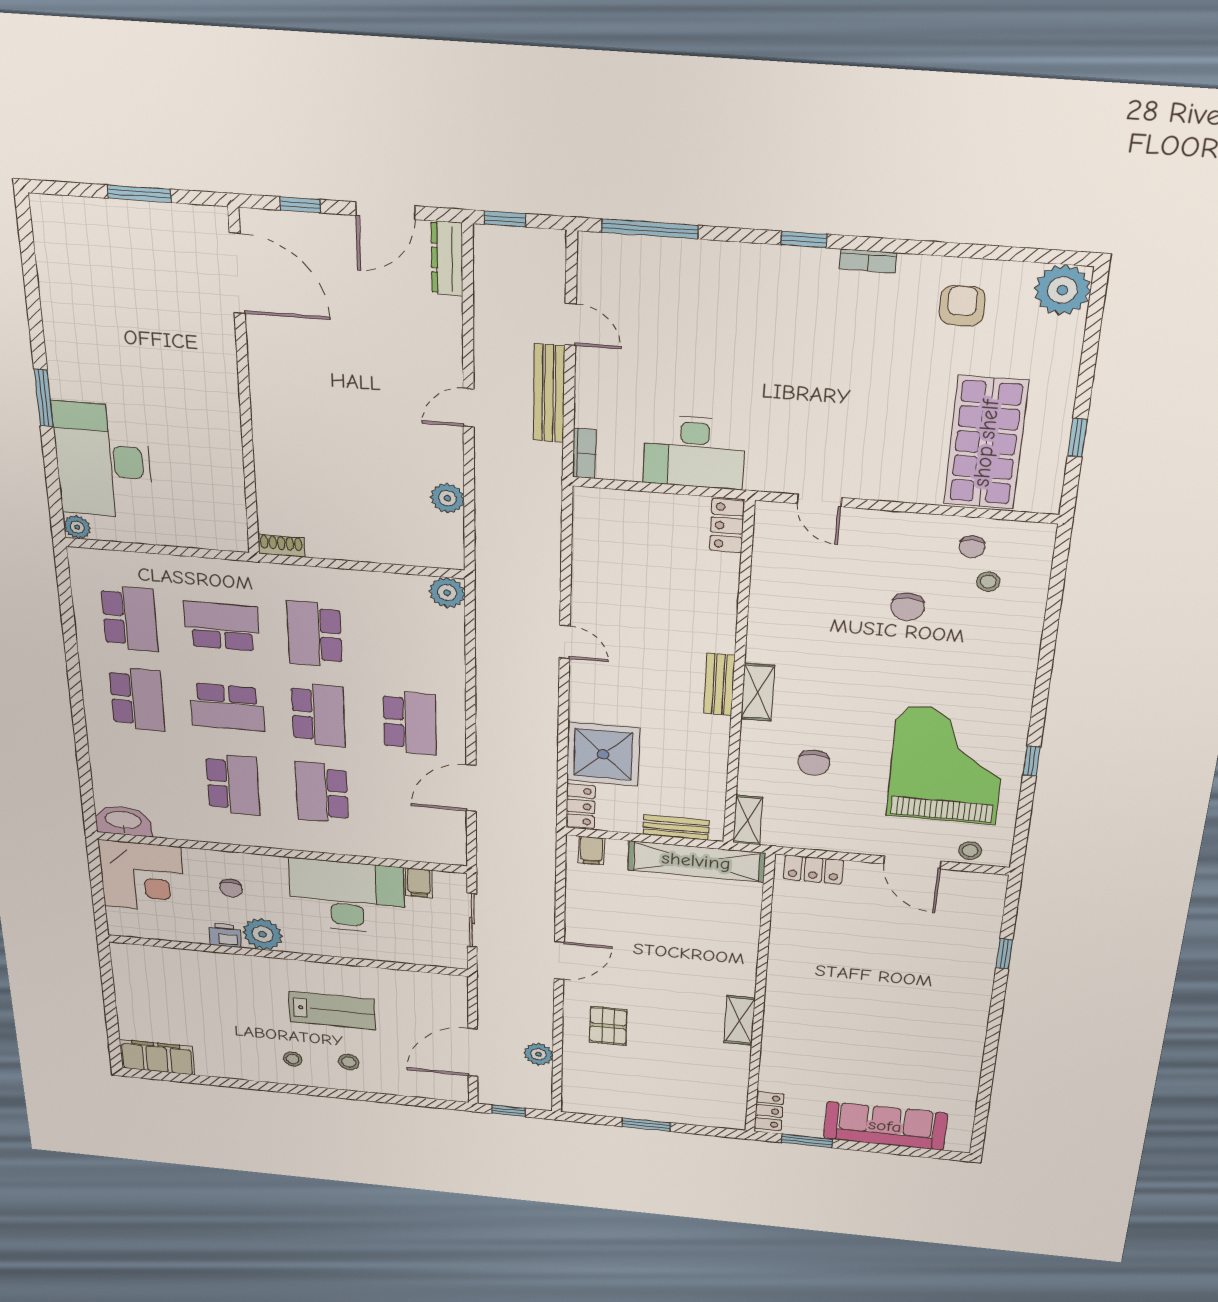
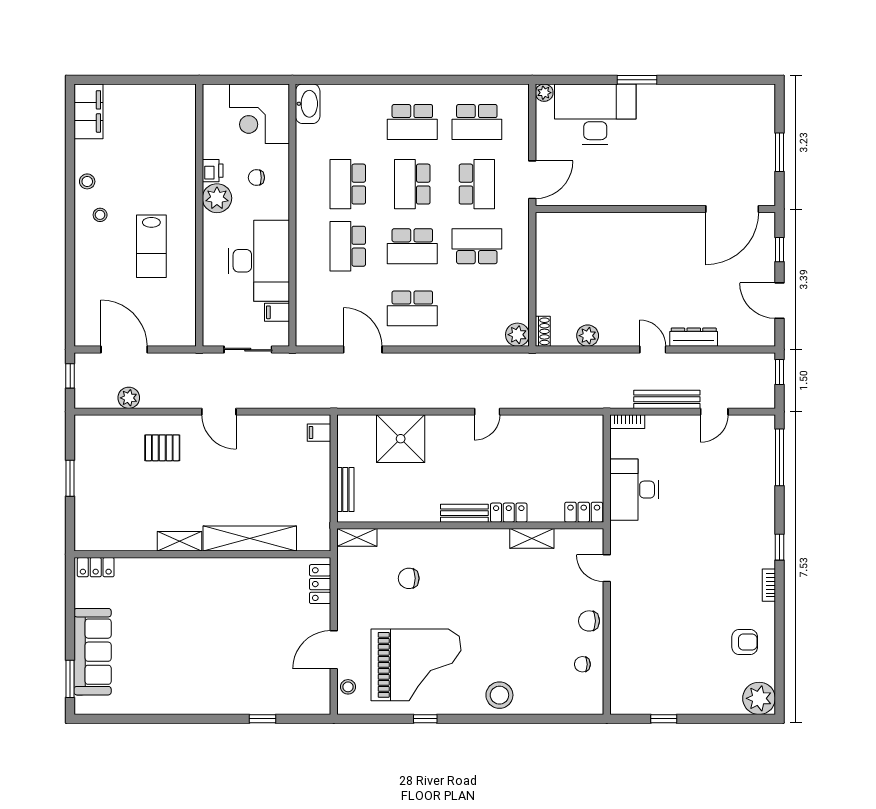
dresser: (447, 258) -> (694, 337), moved
shop shelf: (986, 443) -> (656, 665), removed
door: (819, 501) -> (607, 568), hinge flipped
shoe rack: (281, 546) -> (543, 331), moved
door: (210, 554) -> (532, 180), added
stool: (988, 582) -> (499, 695), moved, width x1.89, depth x1.89
chair: (908, 607) -> (589, 621), moved
shelving: (758, 692) -> (532, 538), moved
school desk: (233, 785) -> (348, 184), turned 90
school desk: (322, 793) -> (348, 246), turned -90
locker: (581, 806) -> (509, 513), moved, turned 180
shelving: (696, 861) -> (250, 539), moved, turned 90
stool: (349, 1062) -> (87, 181), moved
window: (807, 1141) -> (70, 679), moved

